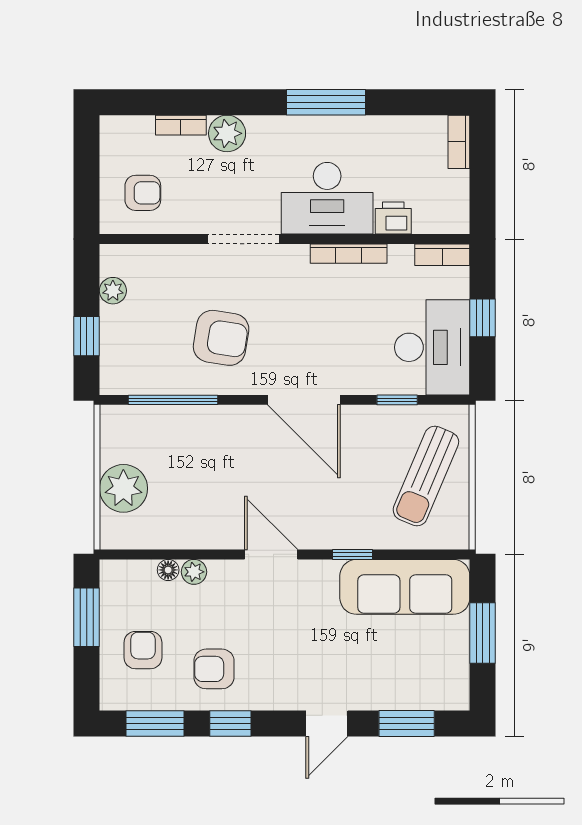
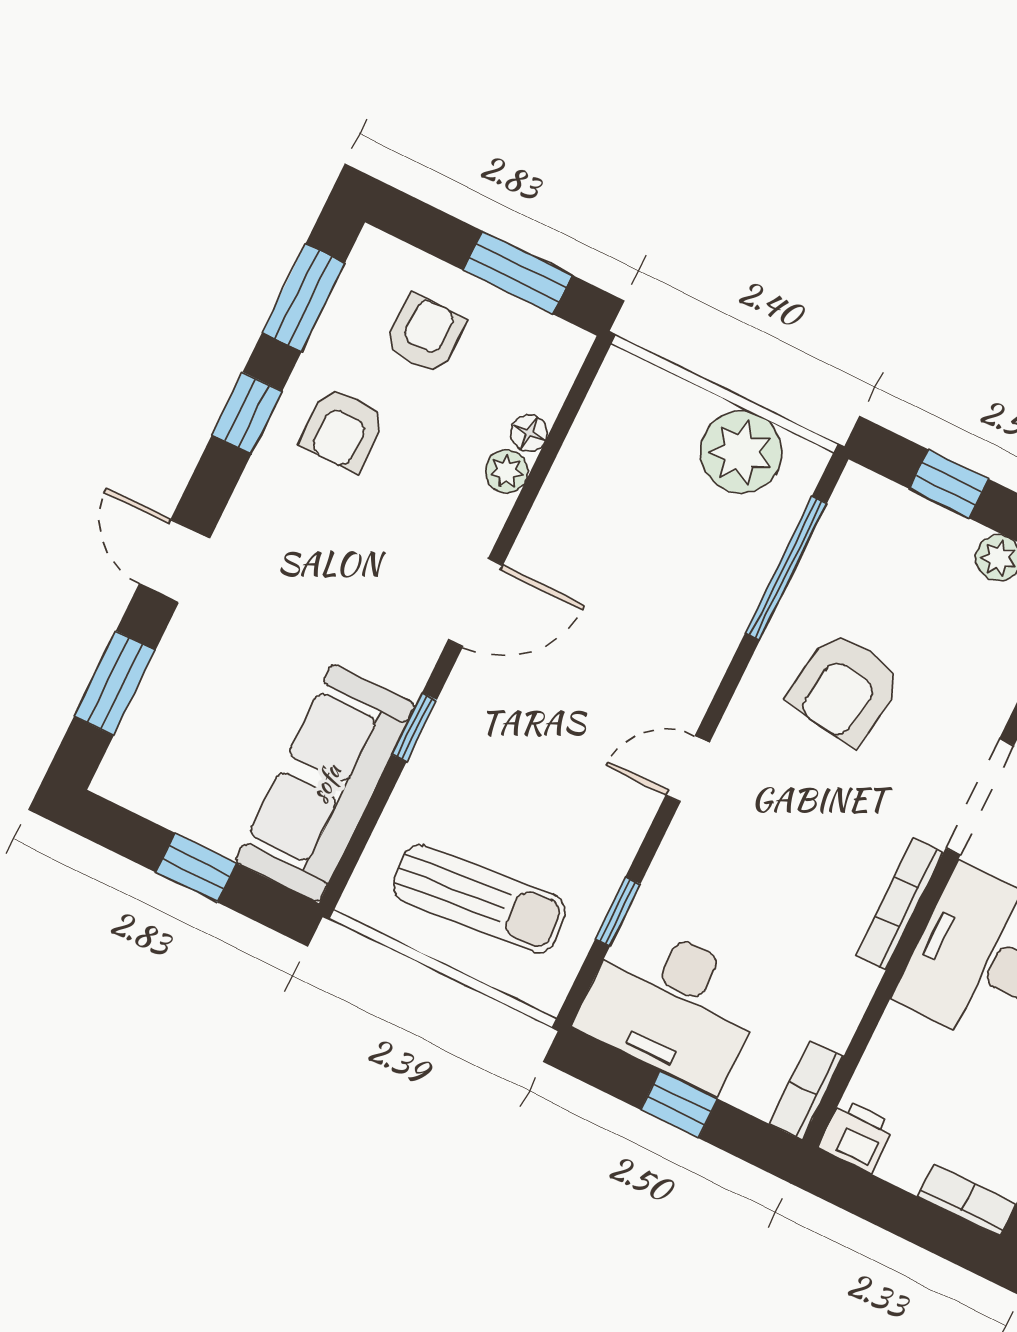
printer: (393, 218) -> (857, 1136), moved, turned -90
bookcase: (349, 254) -> (899, 904), moved
door: (304, 400) -> (688, 769), width x0.53
sun lounger: (426, 476) -> (479, 899), turned 152
plant: (123, 488) -> (741, 452), moved
window: (483, 633) -> (196, 868), width x0.67
armchair: (143, 650) -> (425, 334), turned -90
armchair: (214, 669) -> (343, 429), turned 180

